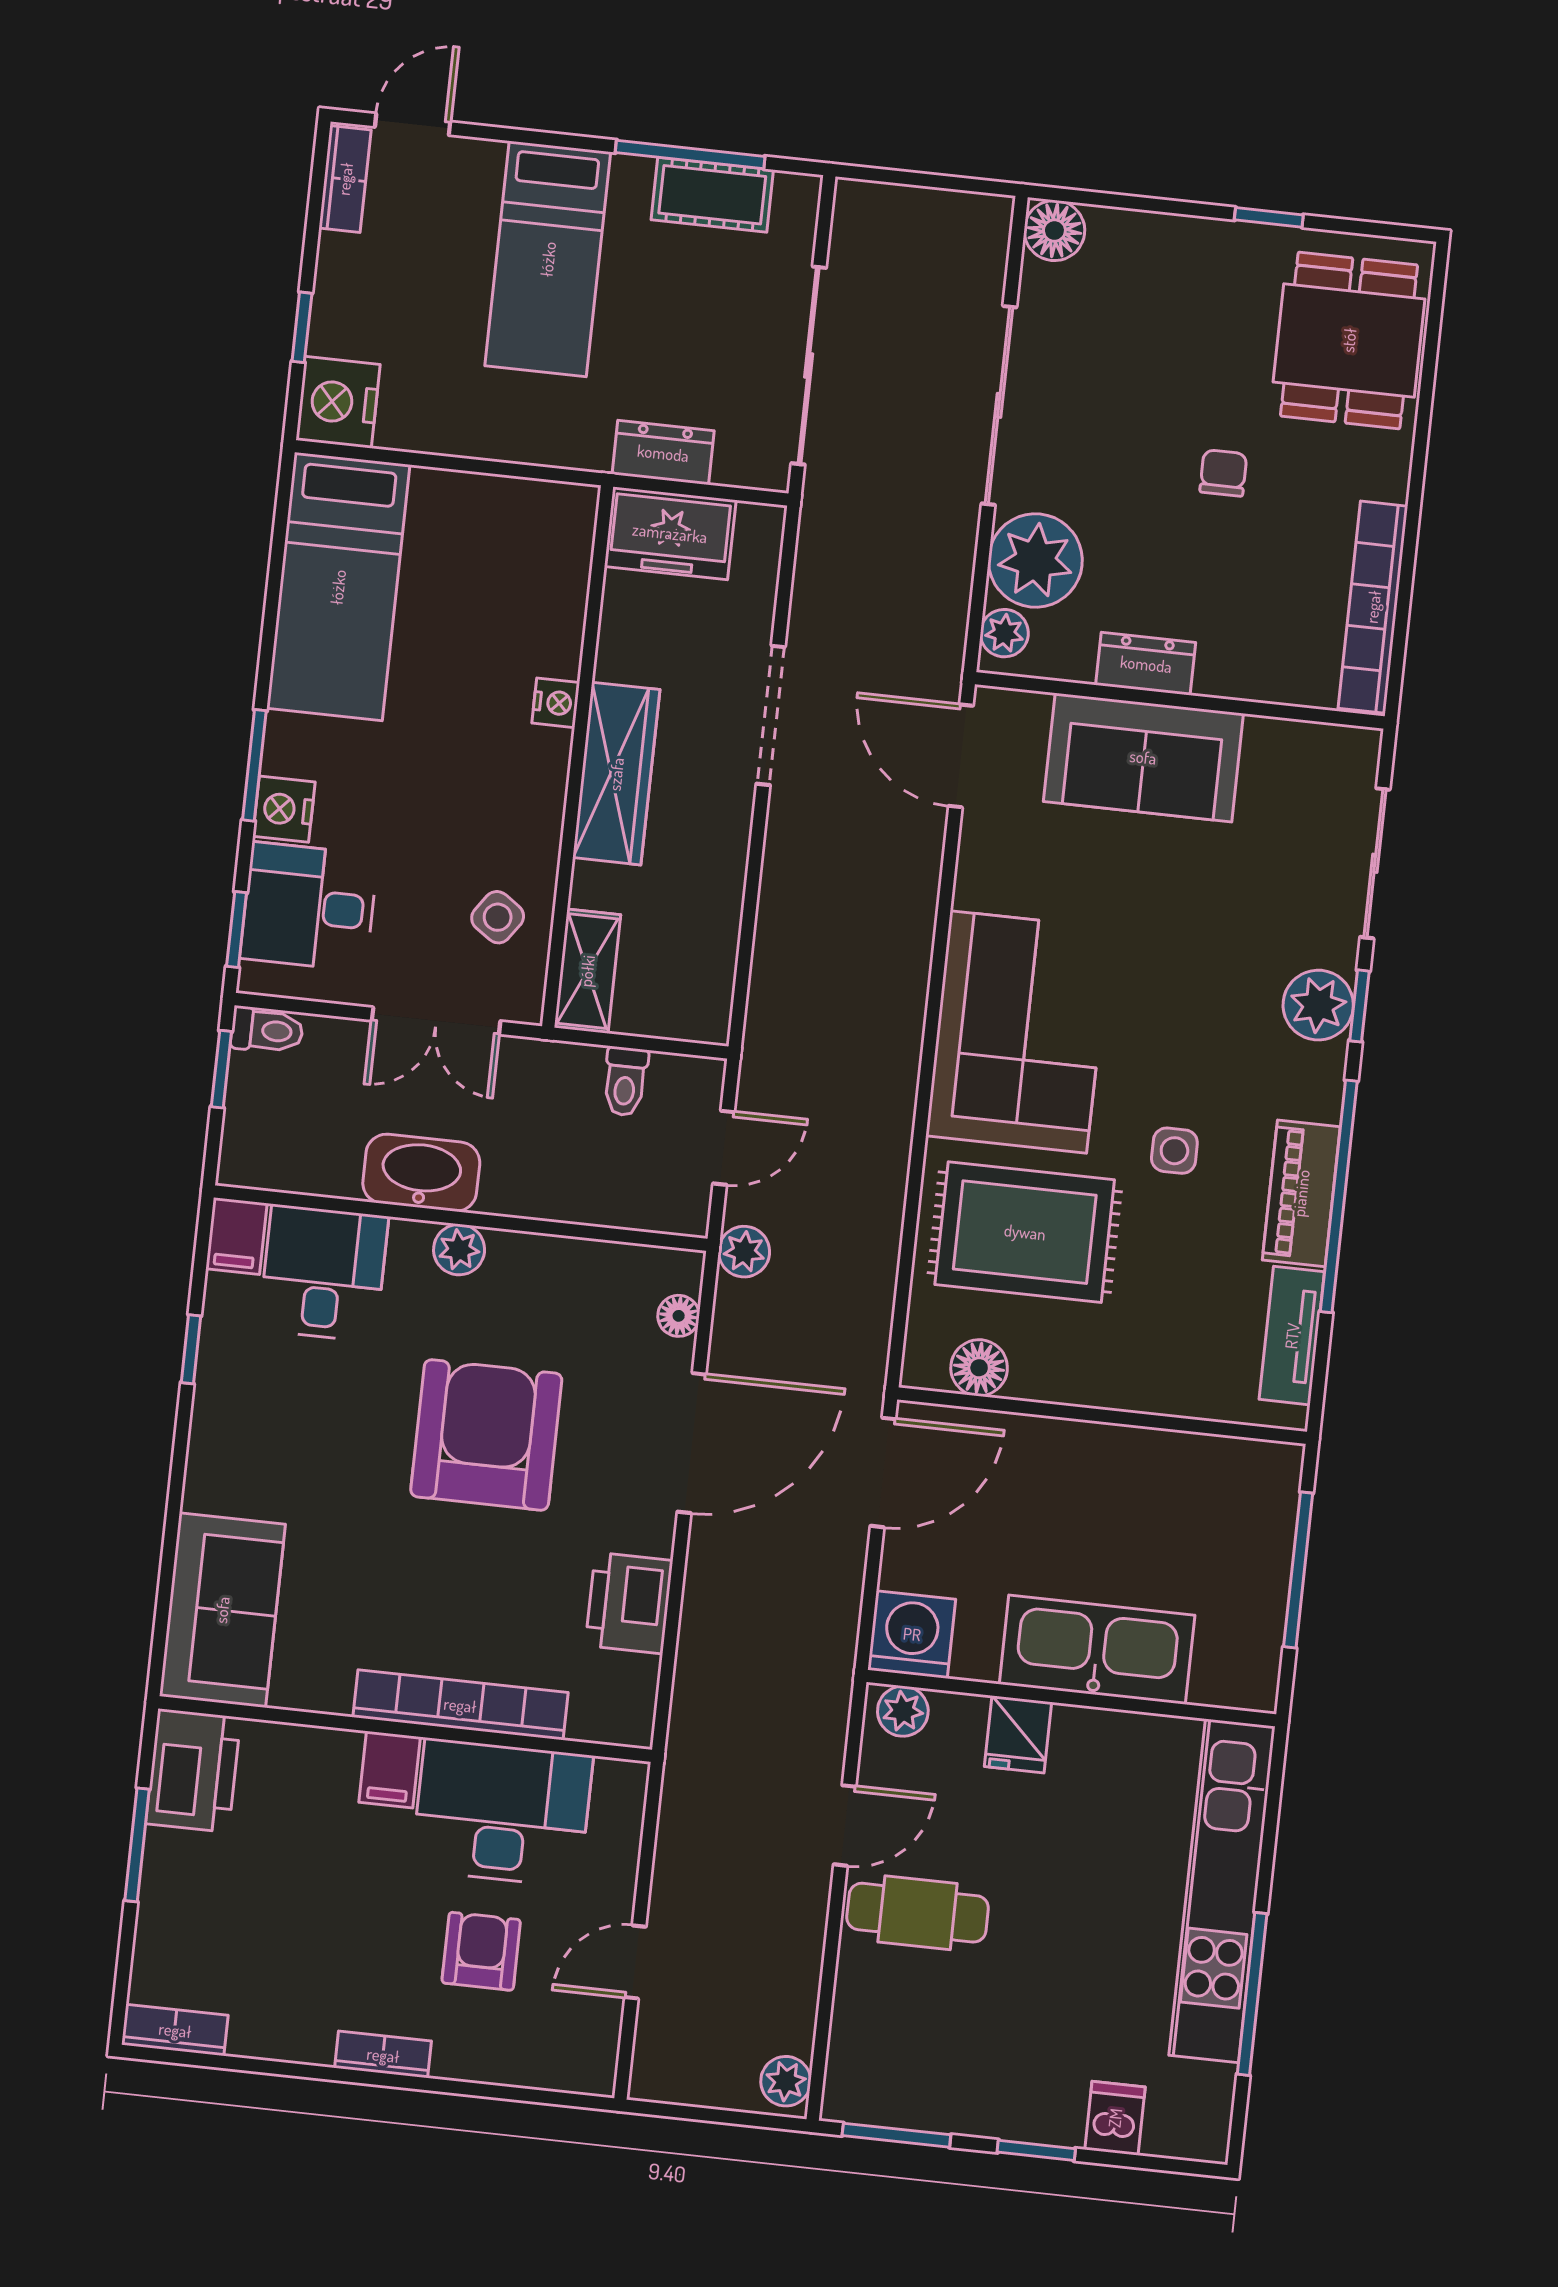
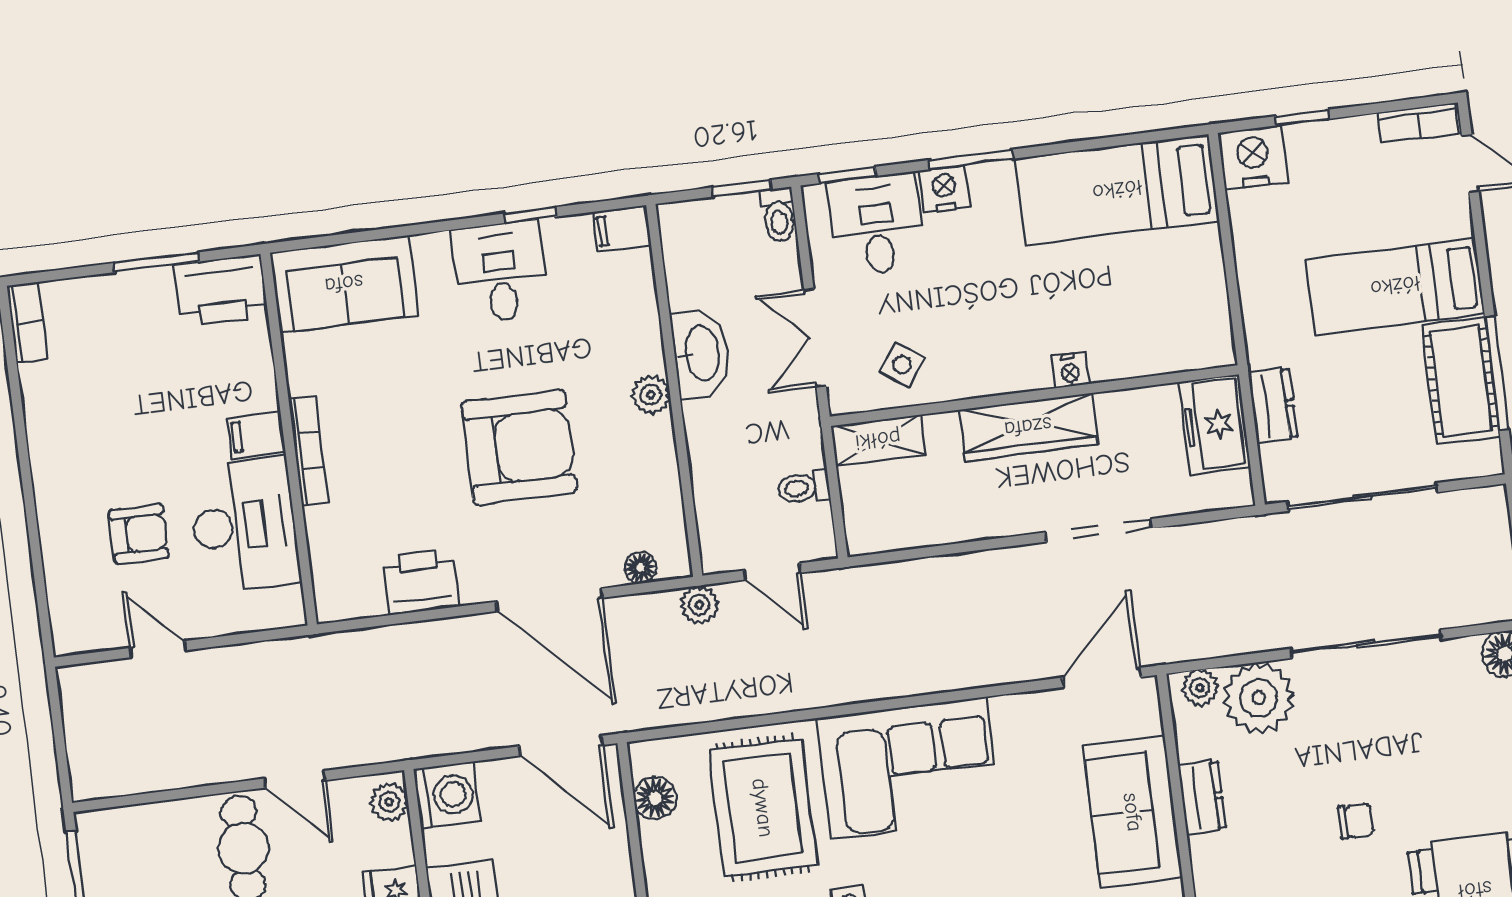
cot: (712, 195) -> (1461, 381), width x1.37, depth x1.34
desk: (324, 1273) -> (500, 272), moved, turned -90
bookcase: (460, 1705) -> (309, 450), width x0.68, depth x0.76
bookcase: (383, 2055) -> (45, 480), removed
plant: (786, 2081) -> (96, 781), removed

